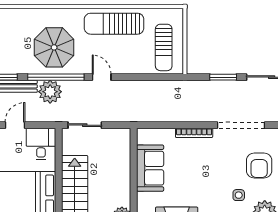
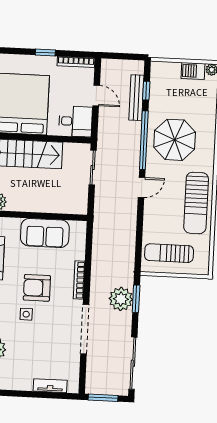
sun lounger: (114, 24) -> (196, 203), turned 180
window: (223, 77) -> (136, 299), moved
plant: (50, 92) -> (121, 299), moved
armchair: (259, 165) -> (37, 288), moved
side table: (239, 195) -> (26, 314), moved

